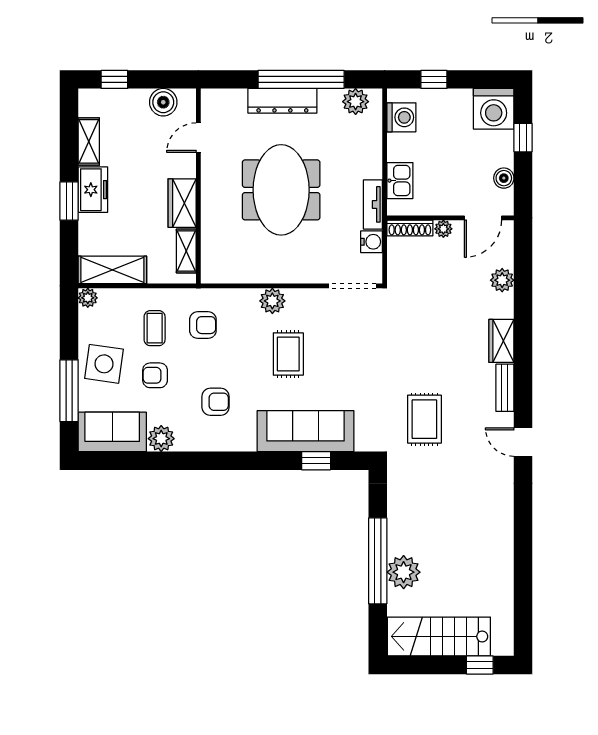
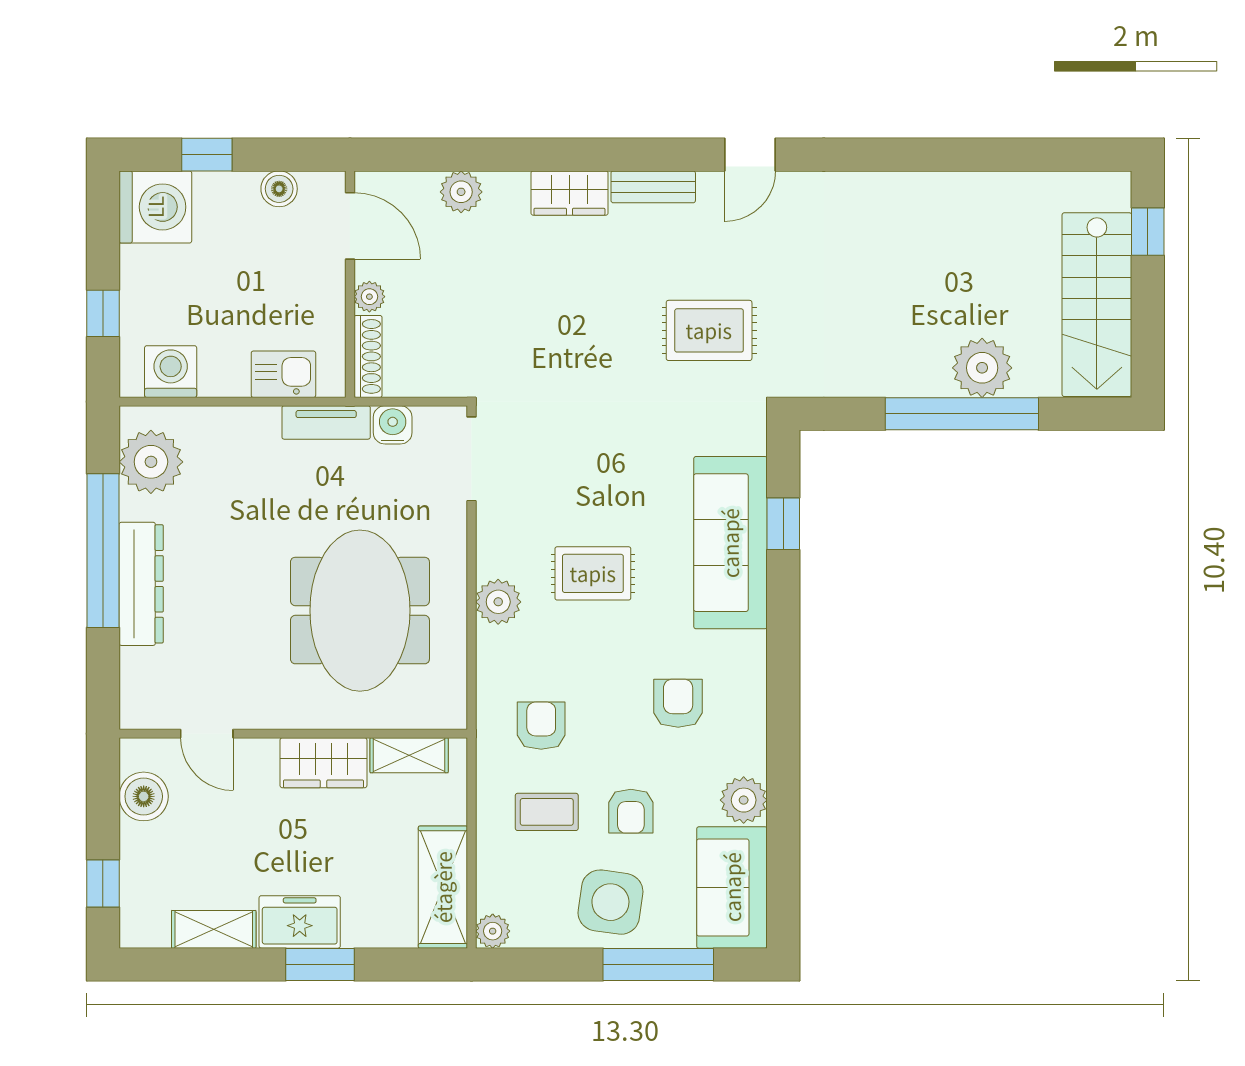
plant: (356, 102) -> (151, 462), width x1.36, depth x1.36
meeting table: (281, 190) -> (360, 611), moved, turned 90

